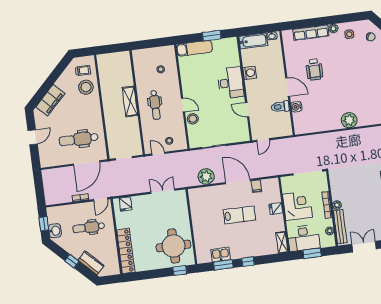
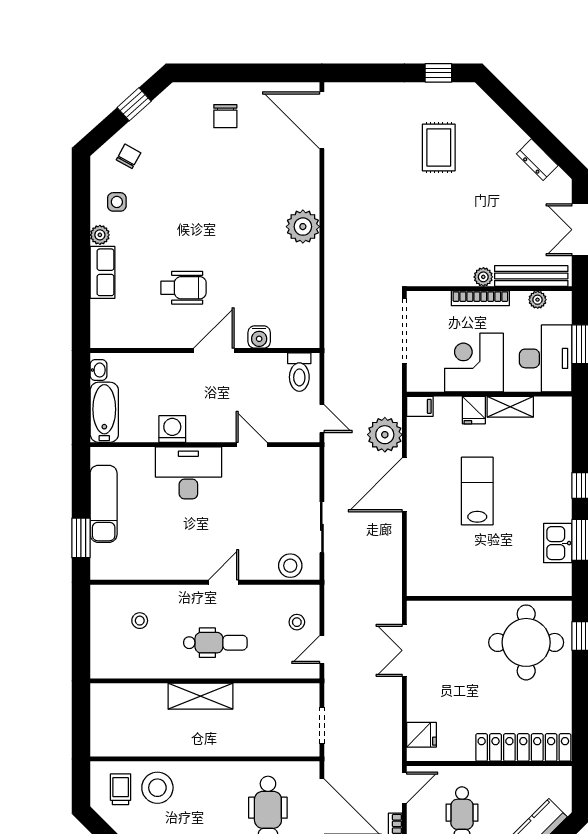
row of seats: (311, 33) -> (103, 272), width x0.68
window: (212, 36) -> (81, 538), moved
exam couch: (194, 48) -> (104, 504), moved
toilet: (280, 107) -> (299, 372), moved
door: (247, 110) -> (252, 445), swing flipped
stool: (193, 119) -> (290, 566), moved
plant: (206, 177) -> (385, 435), moved
filing cabinet: (256, 186) -> (420, 406), moved
door: (100, 199) -> (404, 788), hinge flipped
shelving: (282, 242) -> (510, 407), moved

